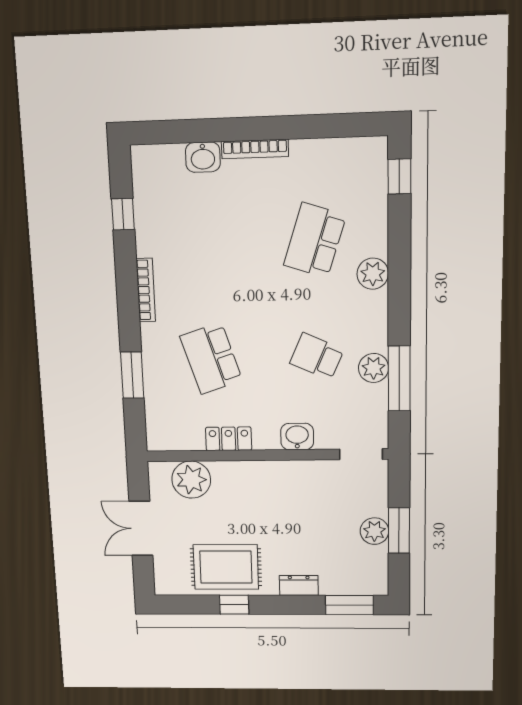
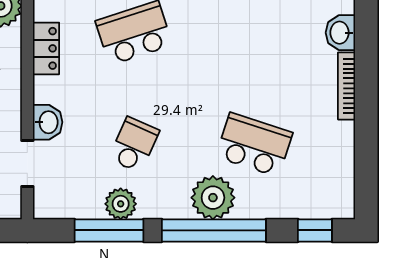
plant: (373, 274) -> (213, 198), width x1.36, depth x1.36
window: (399, 278) -> (214, 230), added
doorway: (361, 454) -> (27, 163), moved

